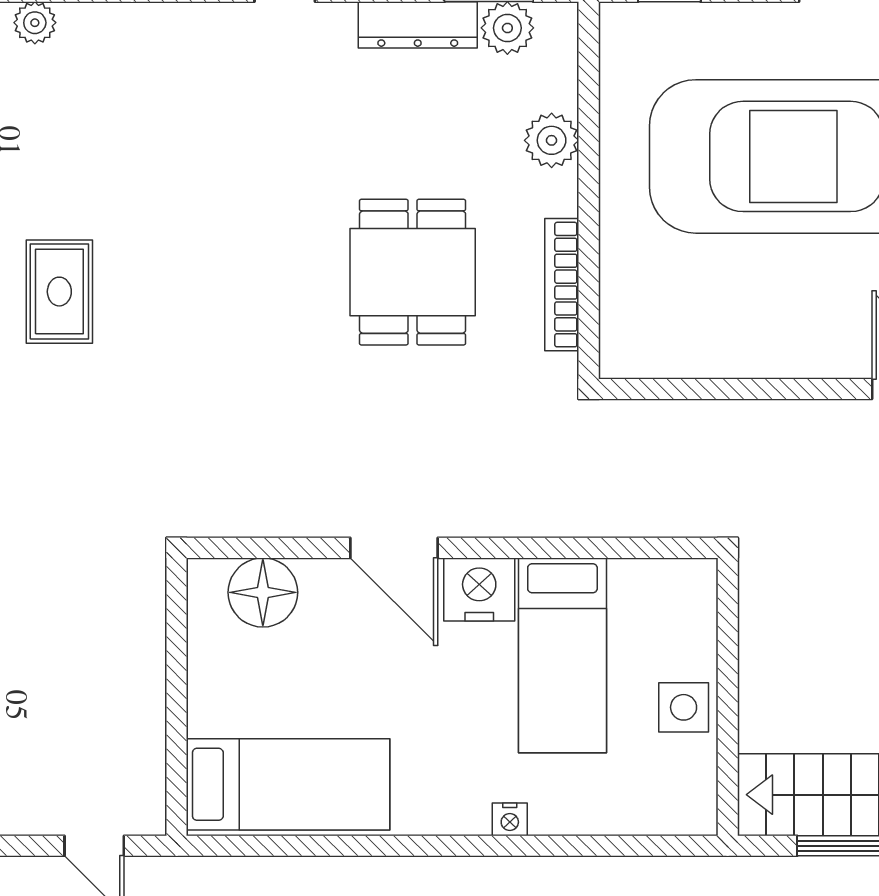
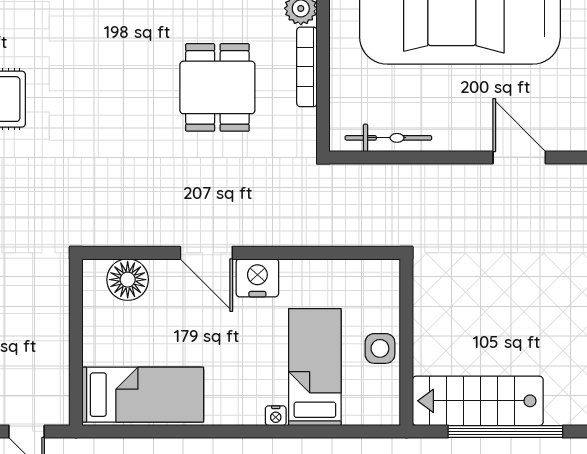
bookcase: (562, 285) -> (307, 67), moved
bicycle: (698, 356) -> (388, 138), added
bed: (562, 655) -> (315, 367), moved, turned 180

